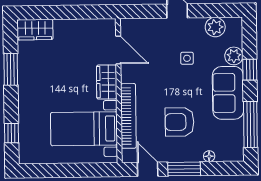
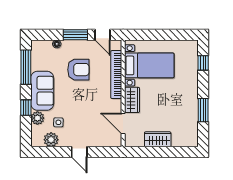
wardrobe: (35, 30) -> (158, 139), moved
side table: (187, 58) -> (58, 122), moved

